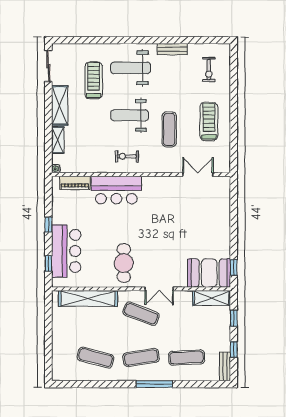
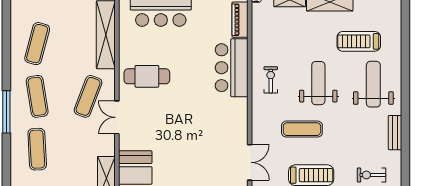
treadmill: (94, 80) -> (359, 41), turned 180

